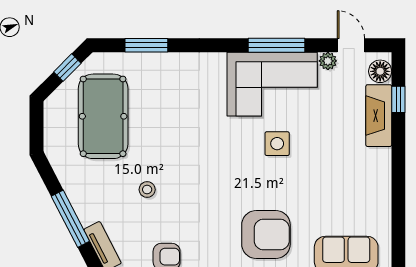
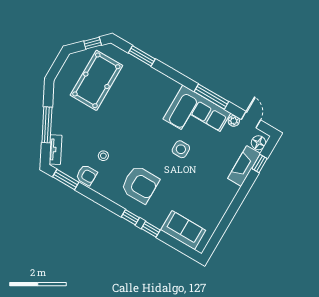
stool: (147, 190) -> (103, 156), moved
armchair: (266, 235) -> (140, 184), moved

